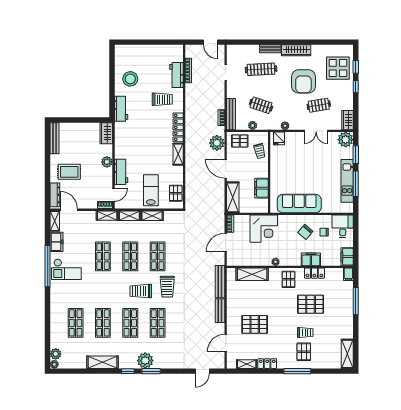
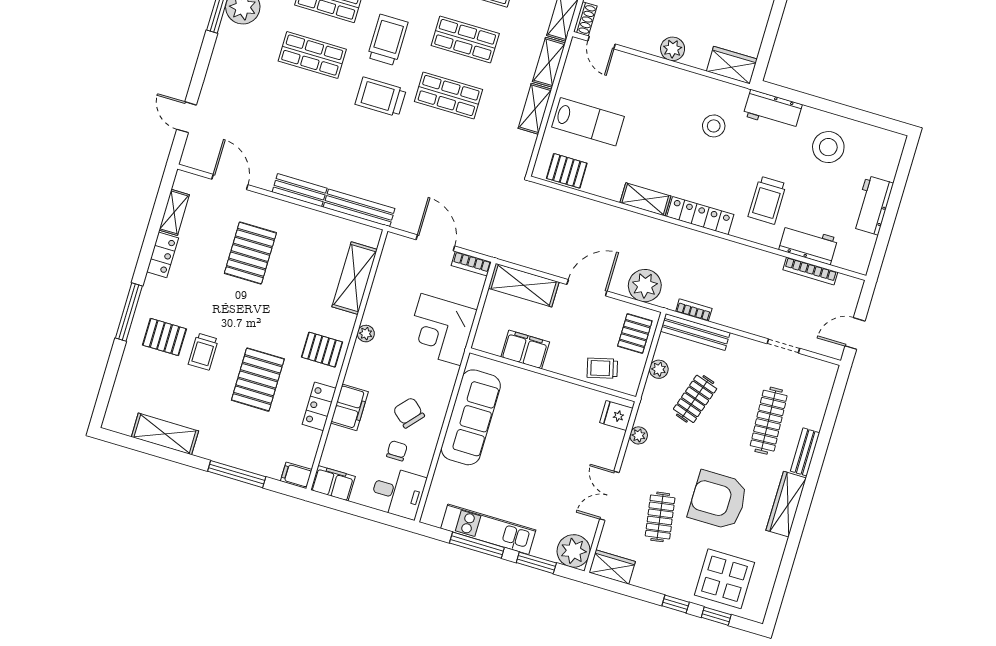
stool: (136, 133) -> (714, 126), added
workbench: (121, 172) -> (873, 205), moved, turned 90
shelving: (347, 354) -> (165, 434), moved

